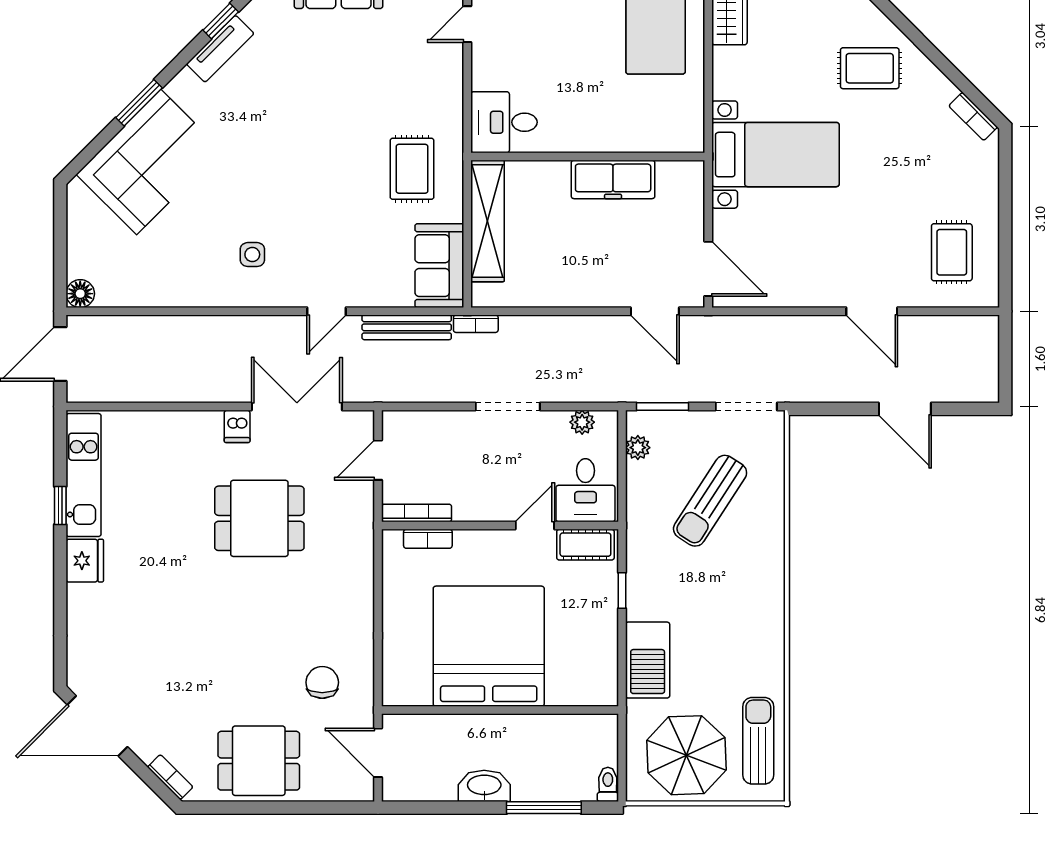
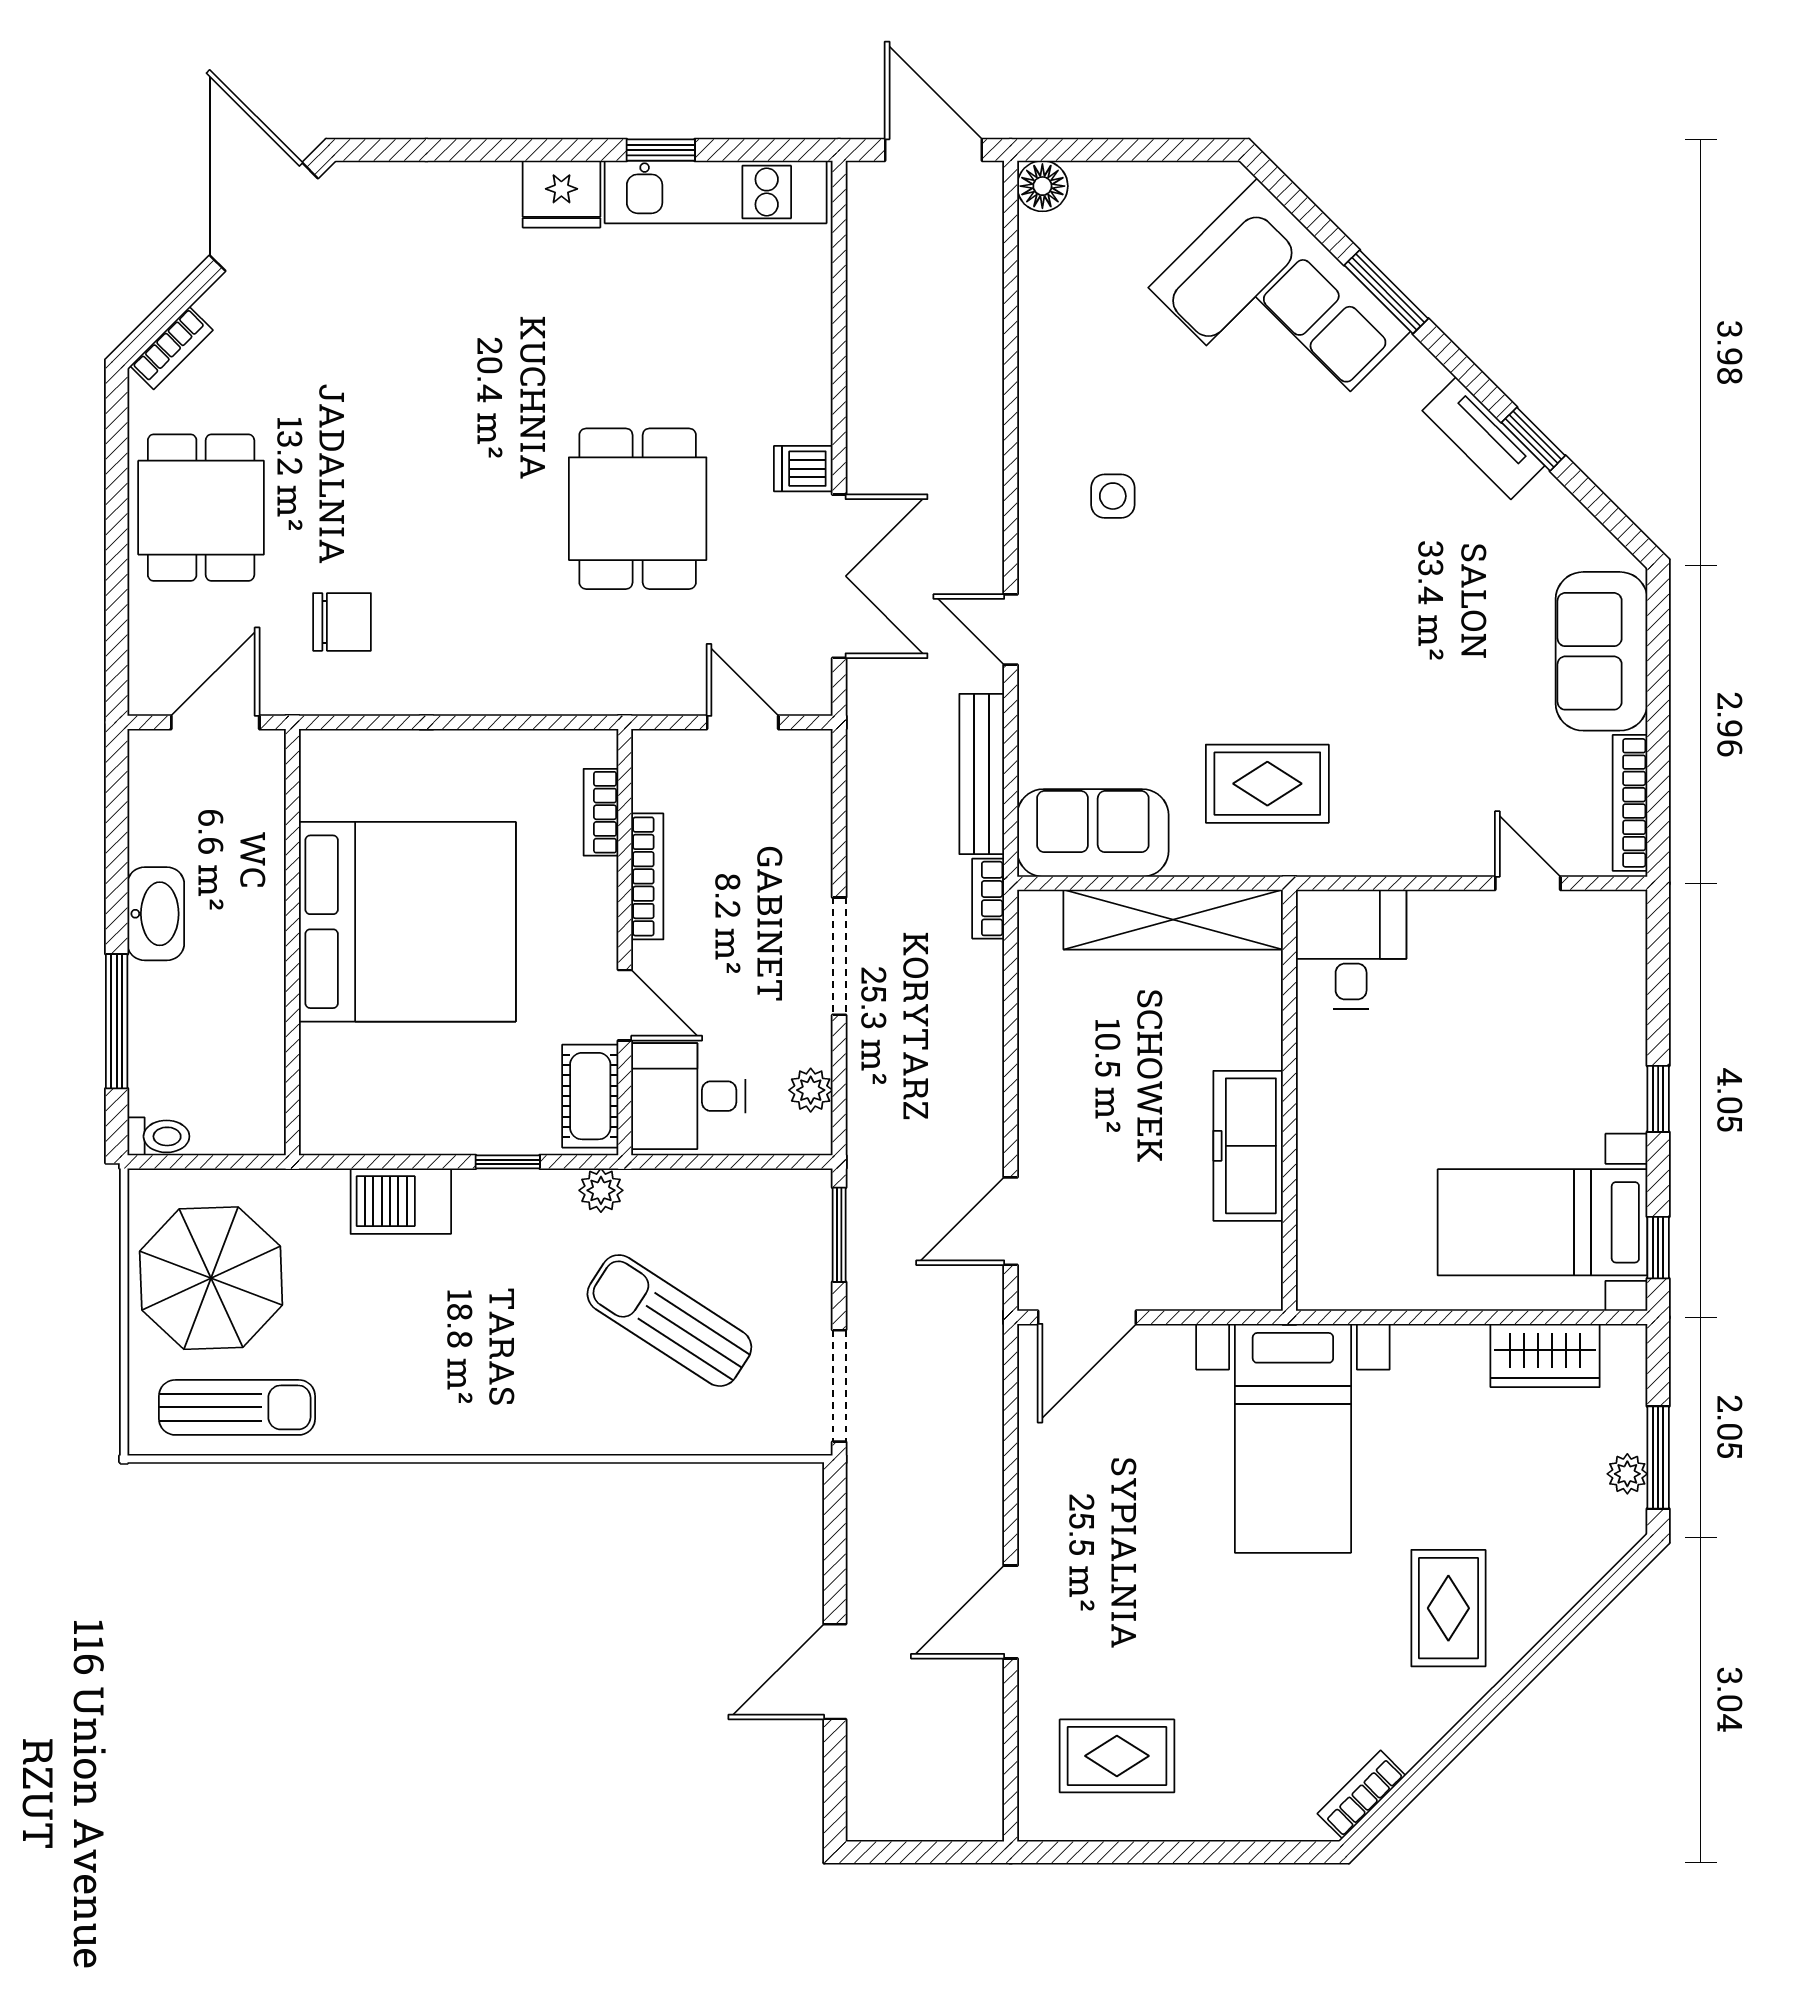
plant: (638, 448) -> (601, 1190), moved
bookcase: (417, 513) -> (647, 876), moved
barbecue: (648, 660) -> (401, 1201), width x0.73, depth x0.83

